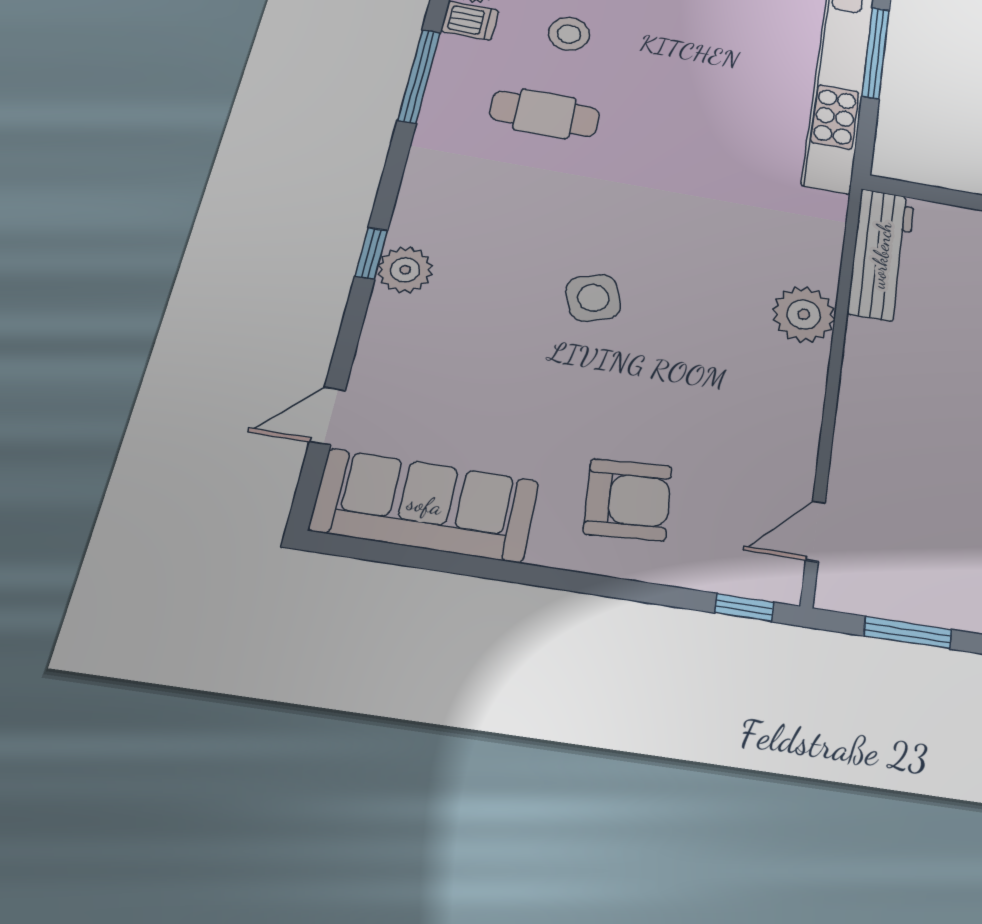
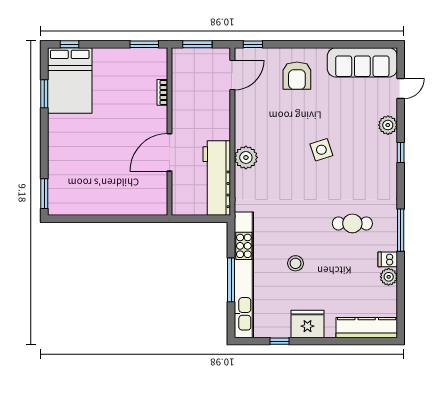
stool: (569, 34) -> (296, 263), moved
workbench: (881, 255) -> (217, 178), width x1.36, depth x1.32
plant: (405, 270) -> (388, 125), moved
armchair: (628, 500) -> (297, 76), turned -86
door: (815, 531) -> (232, 75), width x1.38

